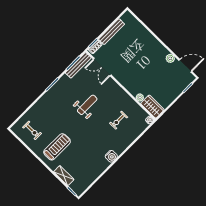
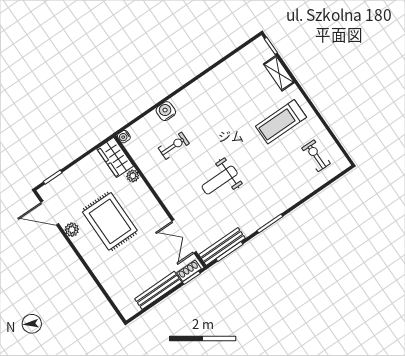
double door: (102, 67) -> (184, 236), swing flipped
rug: (148, 68) -> (110, 221), added
water cooler: (111, 156) -> (166, 111), moved

